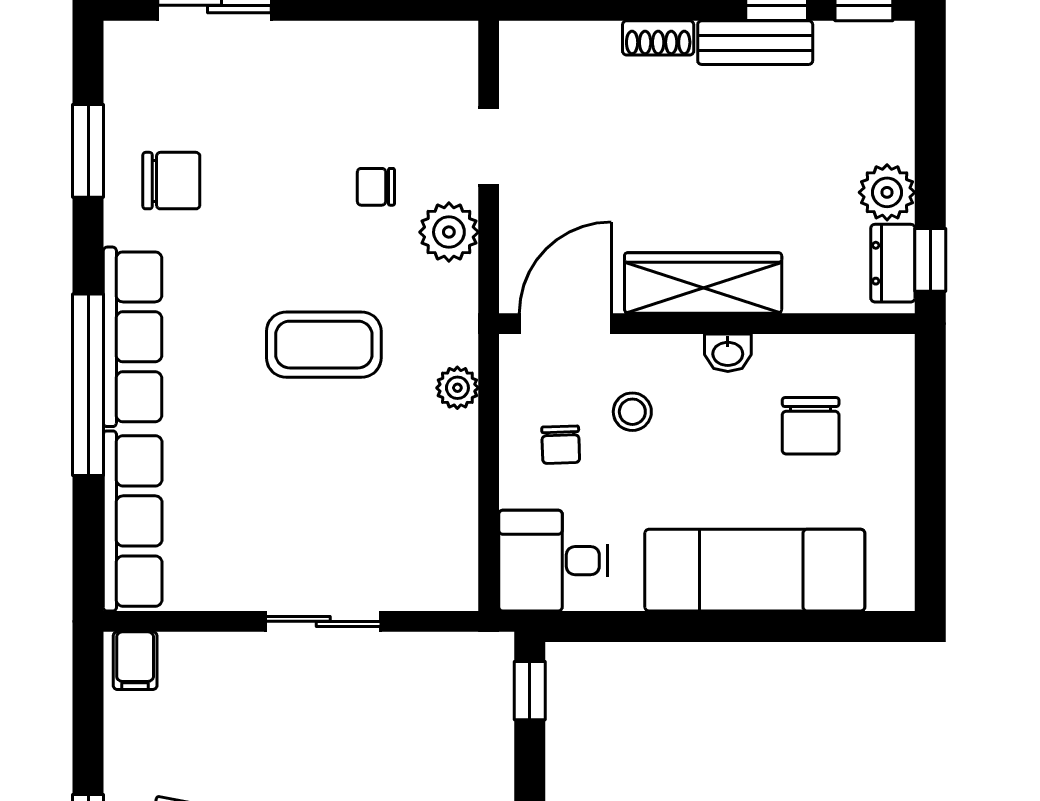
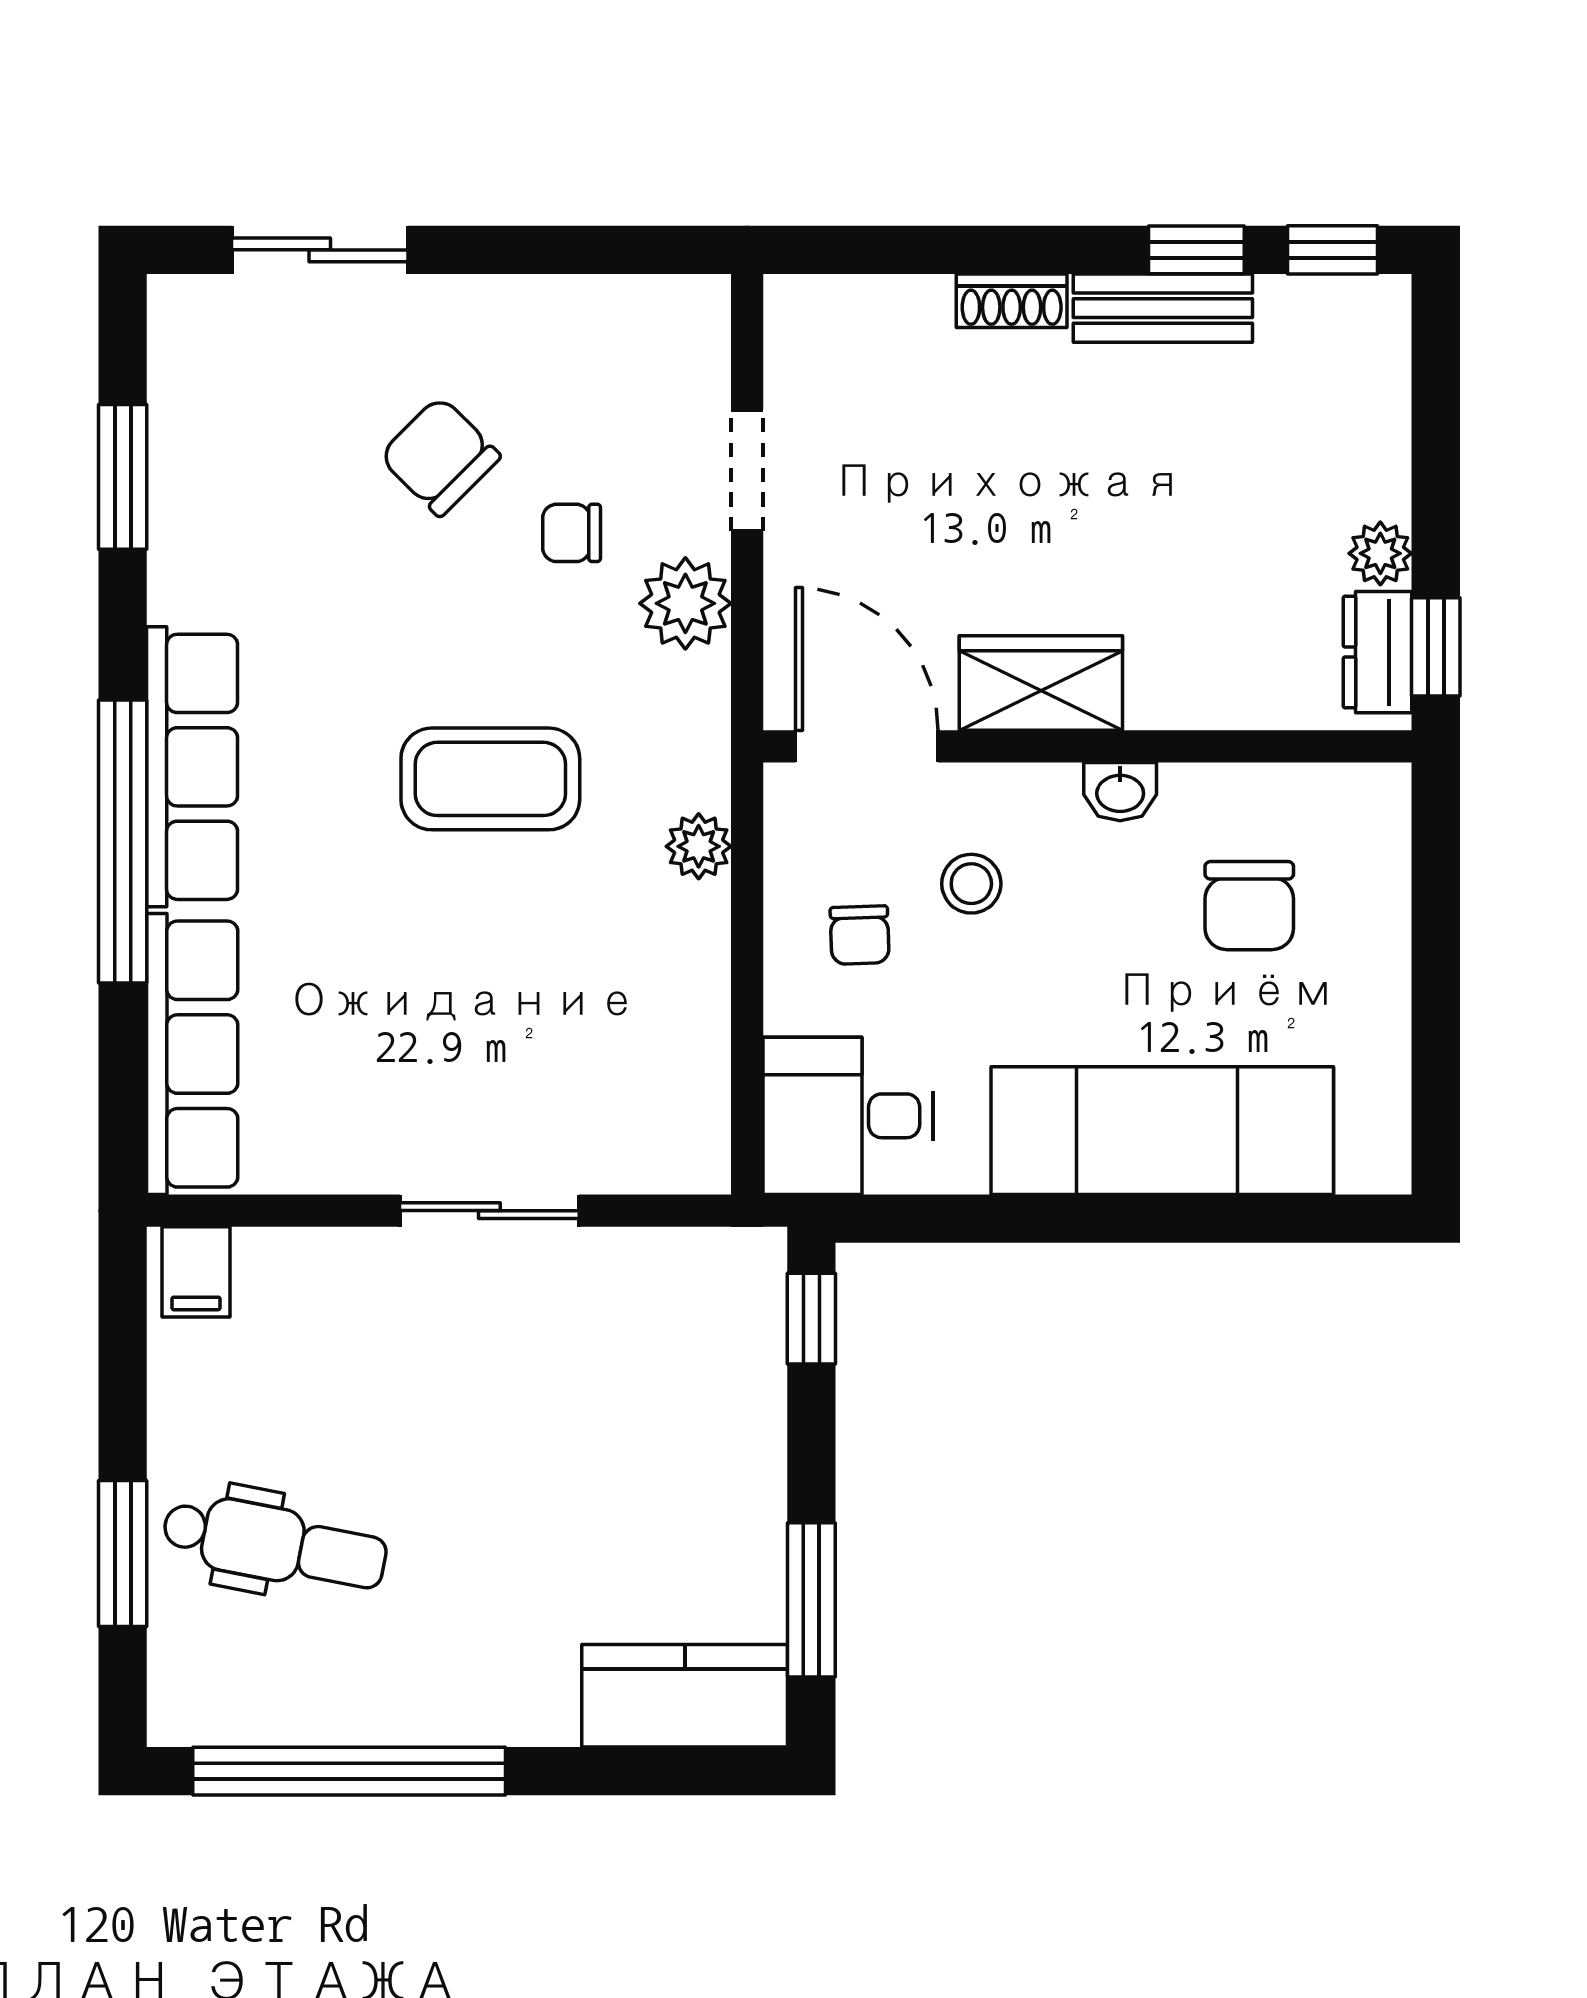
chair: (171, 181) -> (440, 456), moved, turned -135
plant: (887, 192) -> (1380, 553), width x0.73, depth x0.73
wardrobe: (703, 283) -> (1041, 683), width x0.67
door: (565, 324) -> (867, 746), hinge flipped

